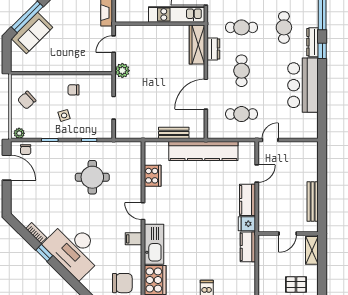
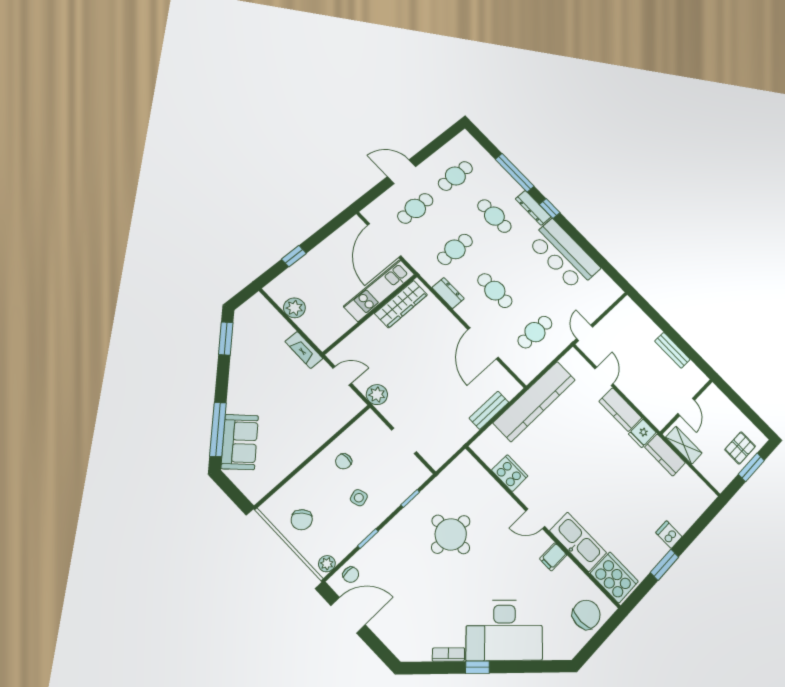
door: (114, 44) -> (342, 376), swing flipped
wardrobe: (197, 45) -> (401, 304), moved, turned -90
bench: (313, 201) -> (672, 350), width x0.73
shelving: (312, 250) -> (684, 445), moved

